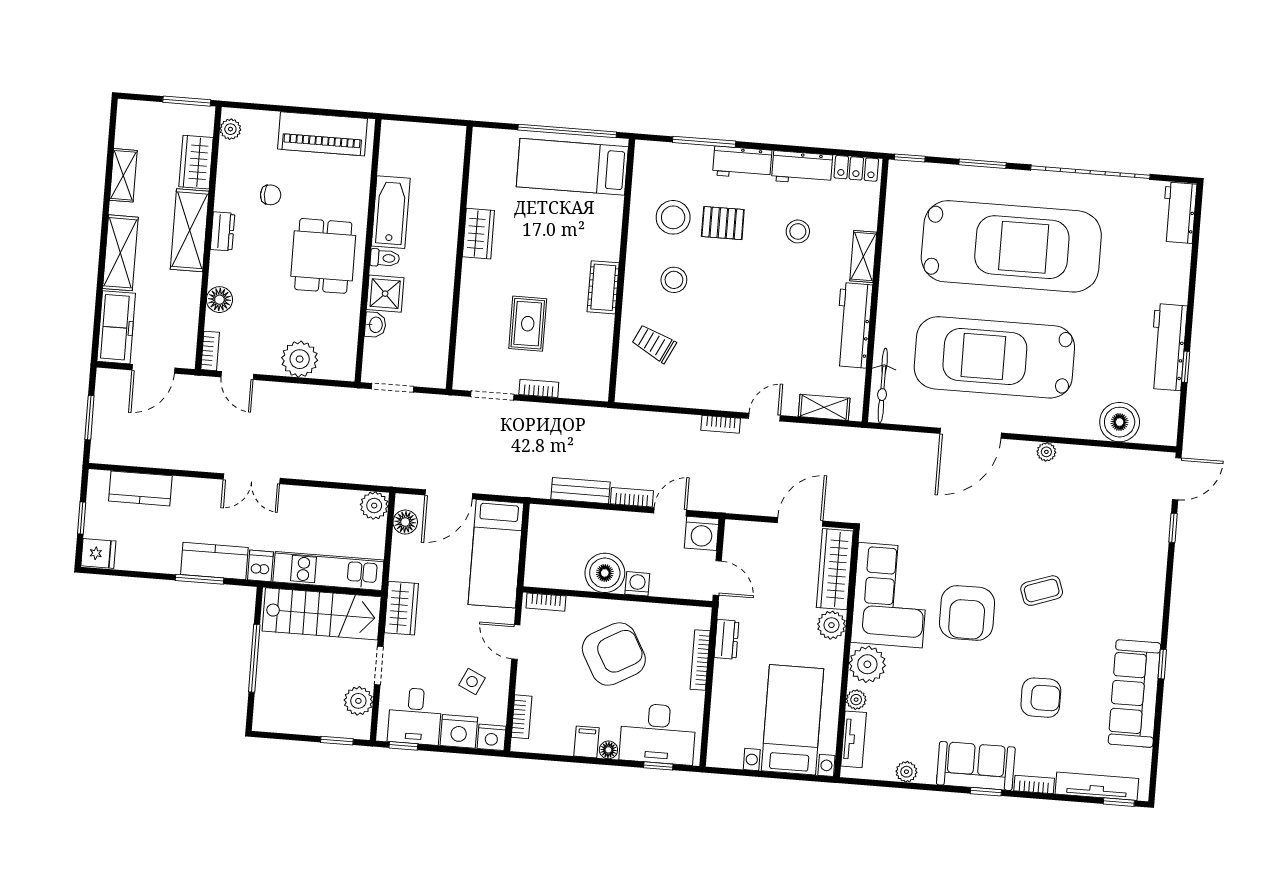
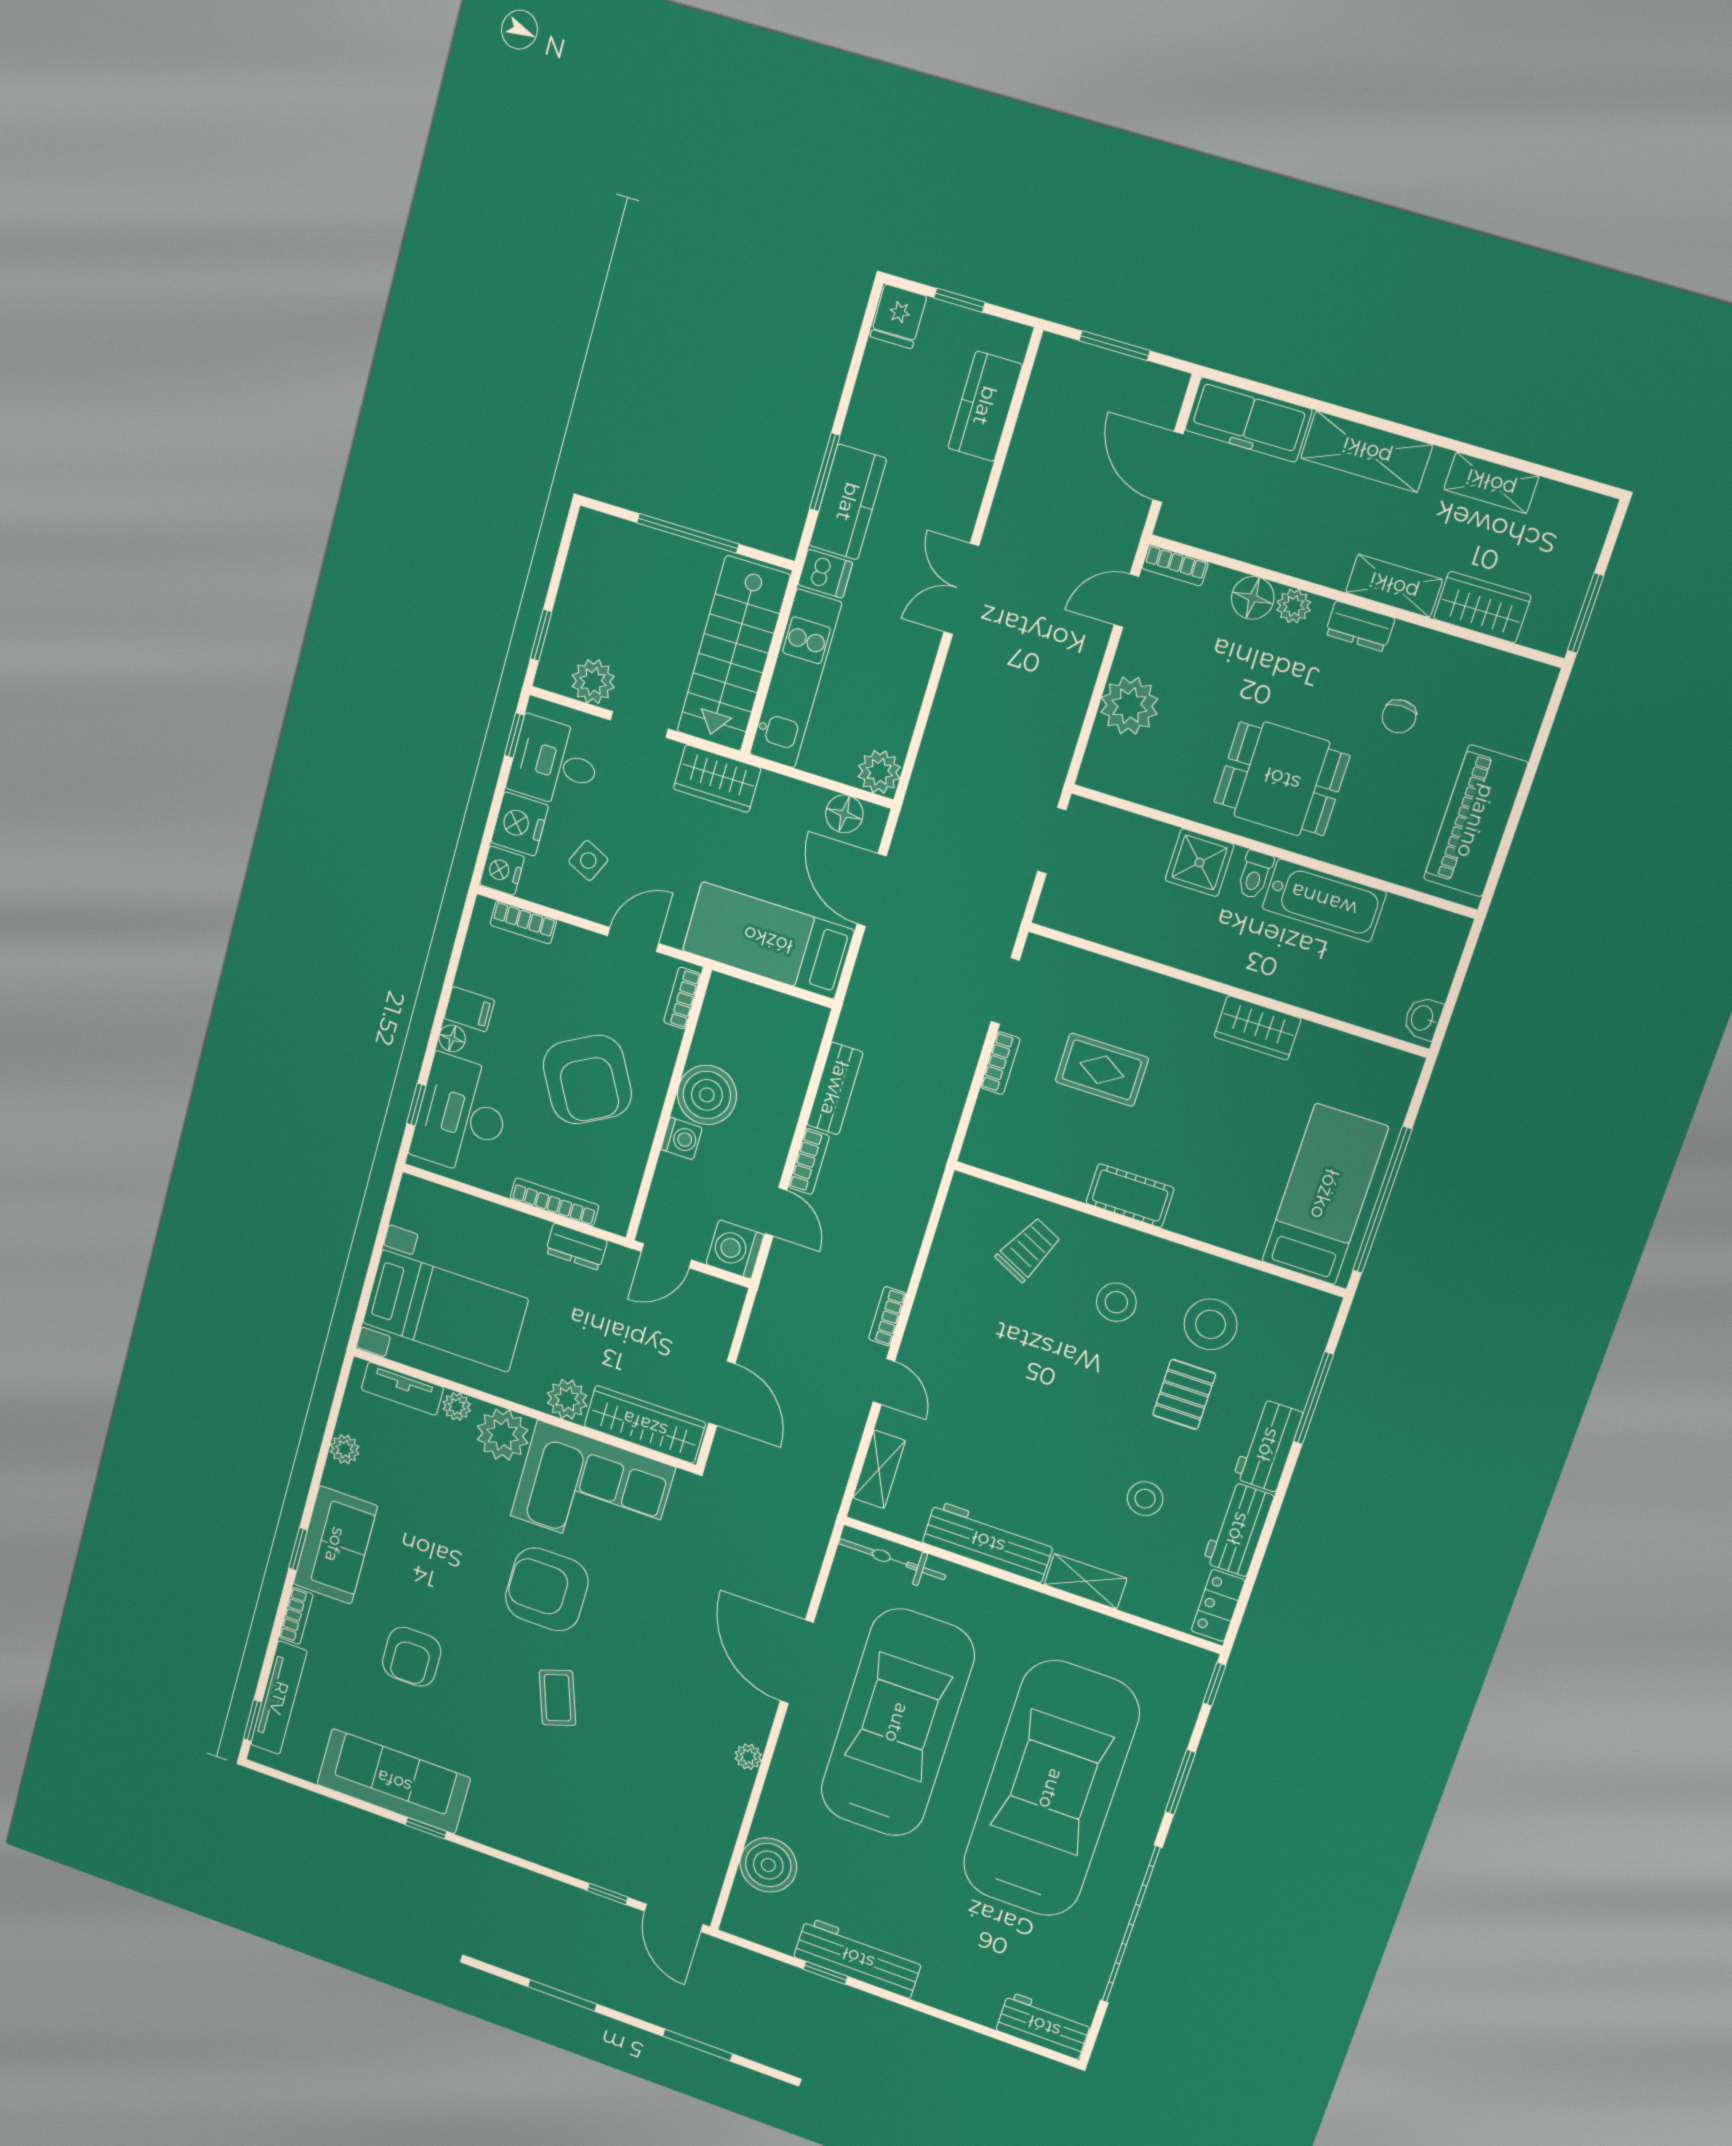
plant: (230, 129) -> (1294, 606), moved
shelving: (190, 230) -> (1394, 586), width x0.67, depth x0.75
car: (1011, 246) -> (1051, 1789), turned 180
washbasin: (375, 325) -> (1423, 1018), moved, turned 90

